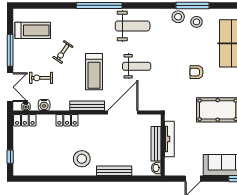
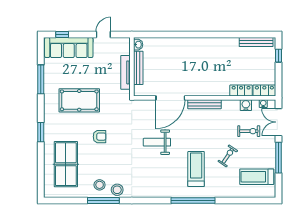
weight bench: (133, 26) -> (161, 181), removed
treadmill: (94, 72) -> (196, 169), moved
locker: (67, 120) -> (241, 91), moved
stool: (82, 159) -> (210, 53), removed
bench: (114, 171) -> (256, 42), moved

